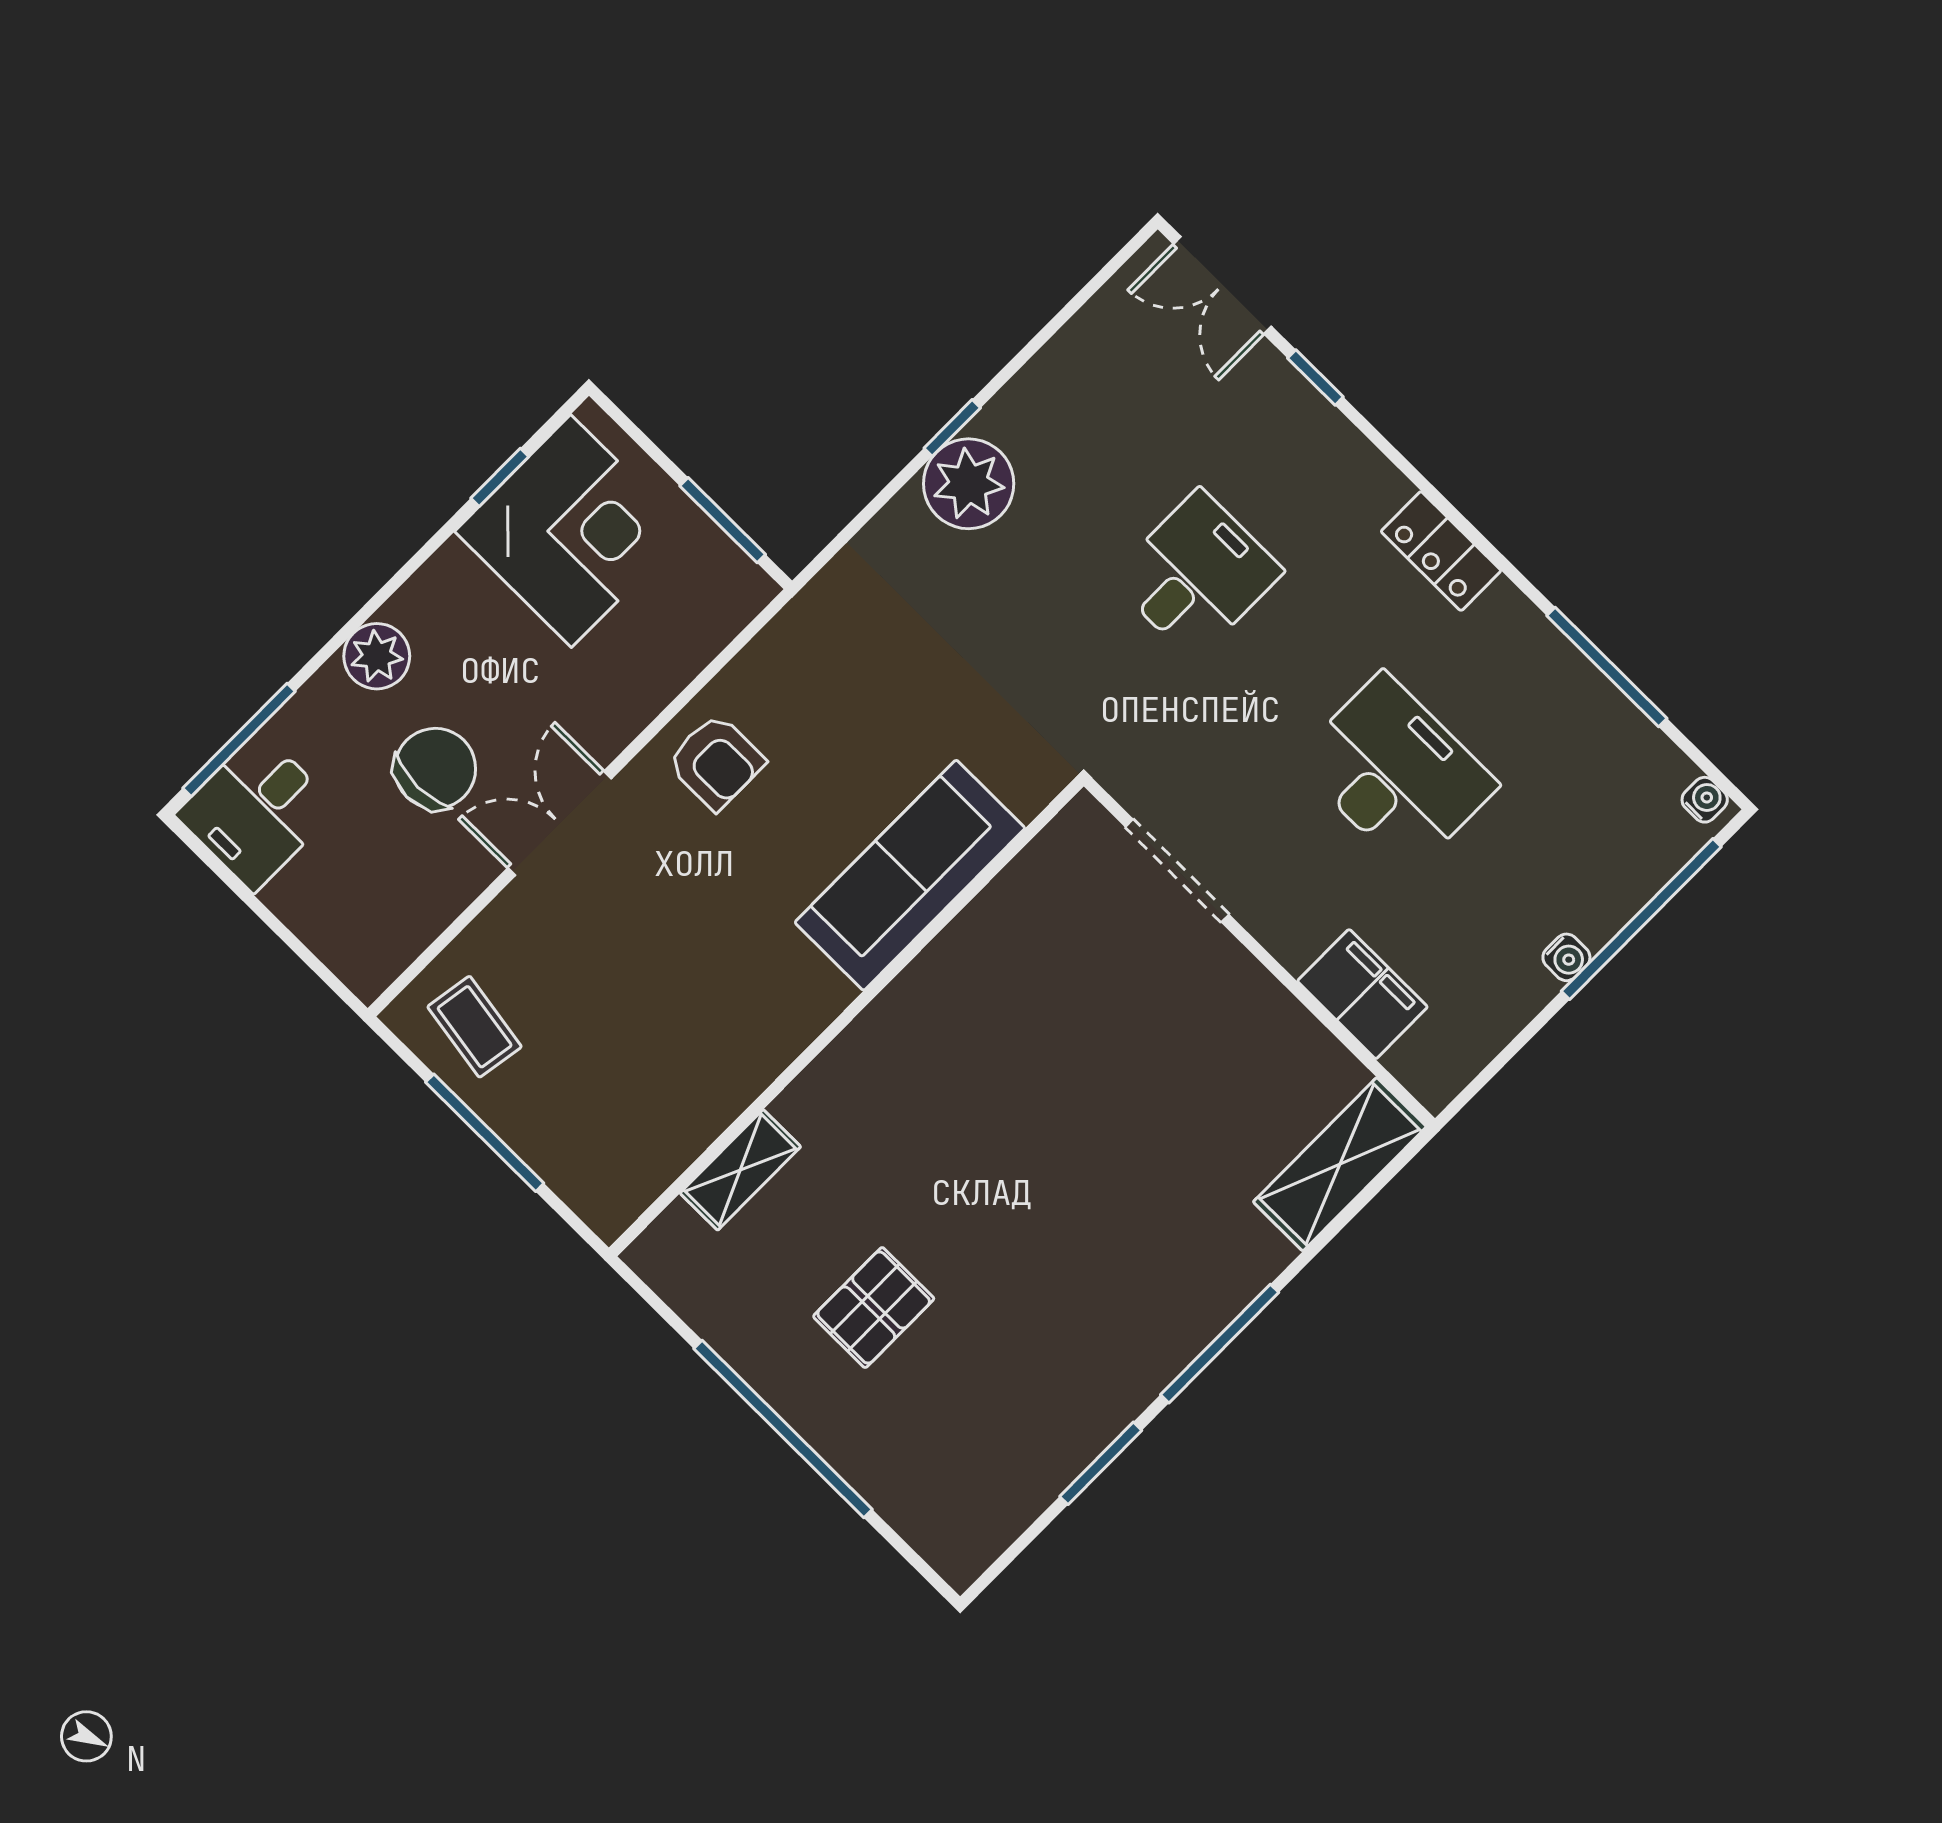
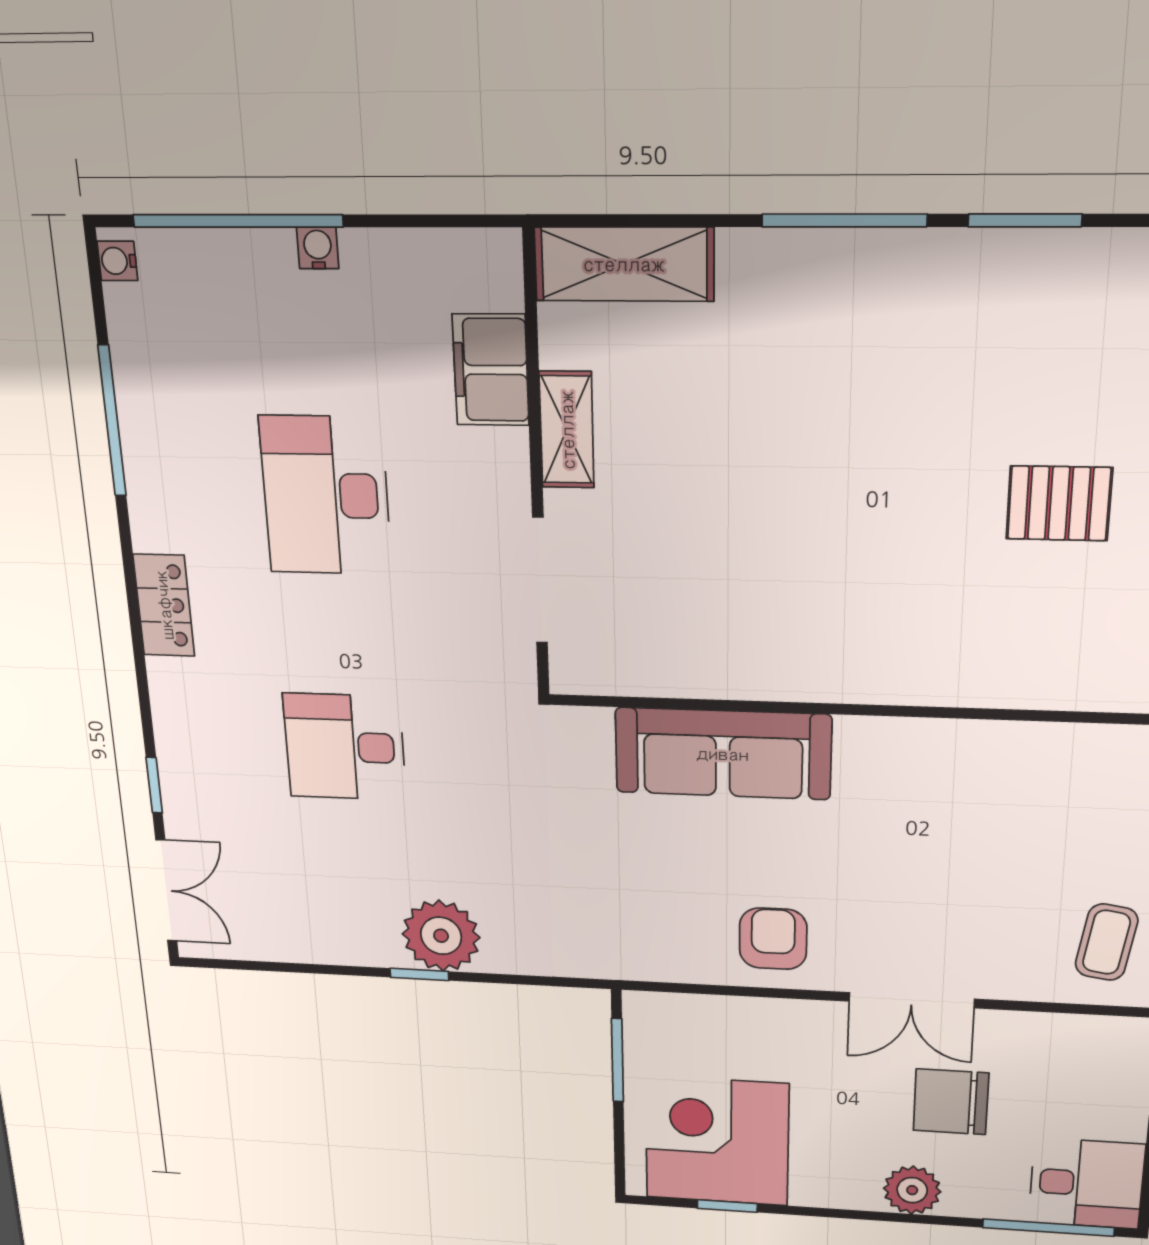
shelving: (740, 1170) -> (567, 430), moved, turned 90

